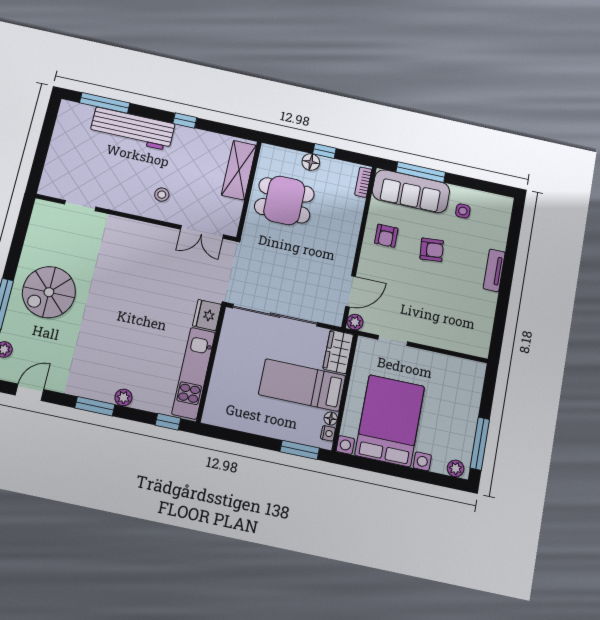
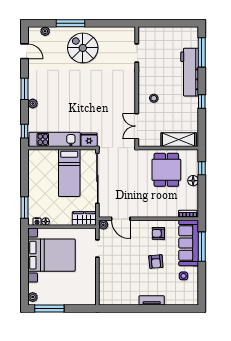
window: (324, 151) -> (202, 168), moved
bed: (302, 385) -> (69, 173), moved, turned 180

